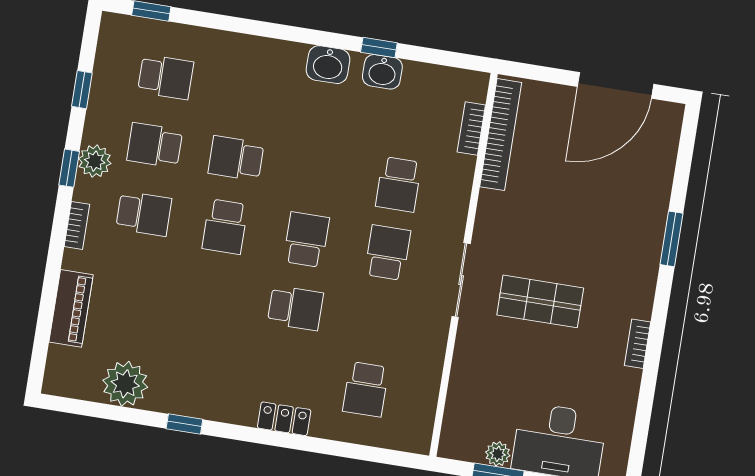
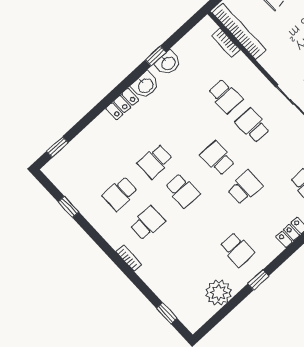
locker: (278, 53) -> (122, 104), added
school desk: (166, 77) -> (237, 250), moved, turned 90
plant: (95, 161) -> (106, 227), removed
window: (69, 168) -> (167, 313), moved
piano: (71, 308) -> (165, 290), removed

